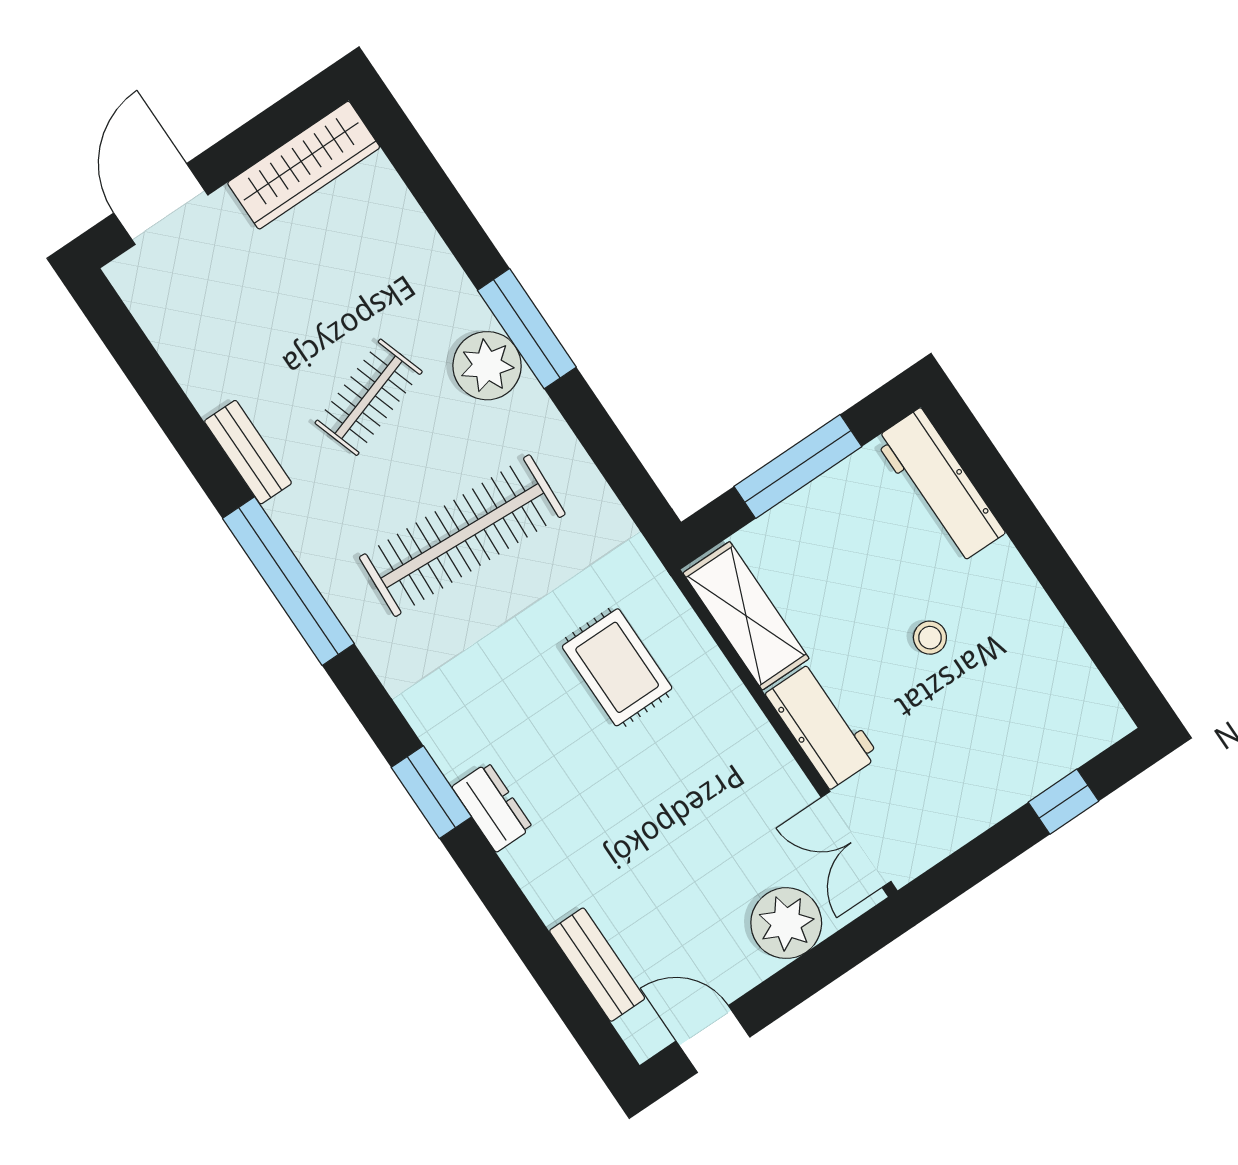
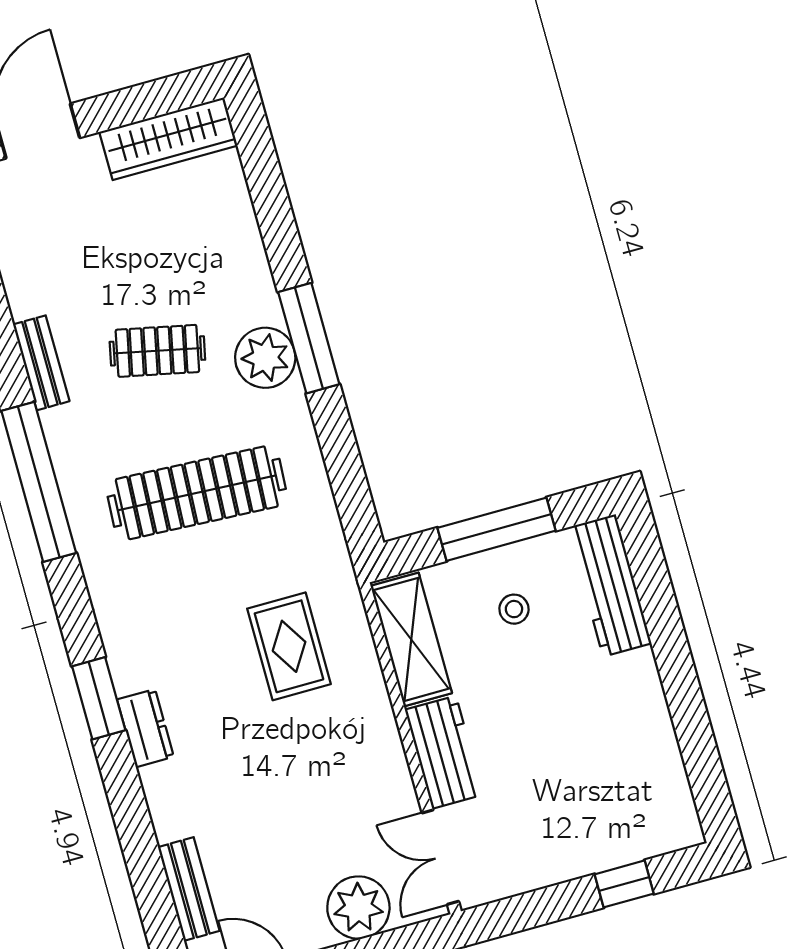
clothes rail: (369, 397) -> (157, 351), turned 30
stool: (930, 638) -> (514, 609), moved

